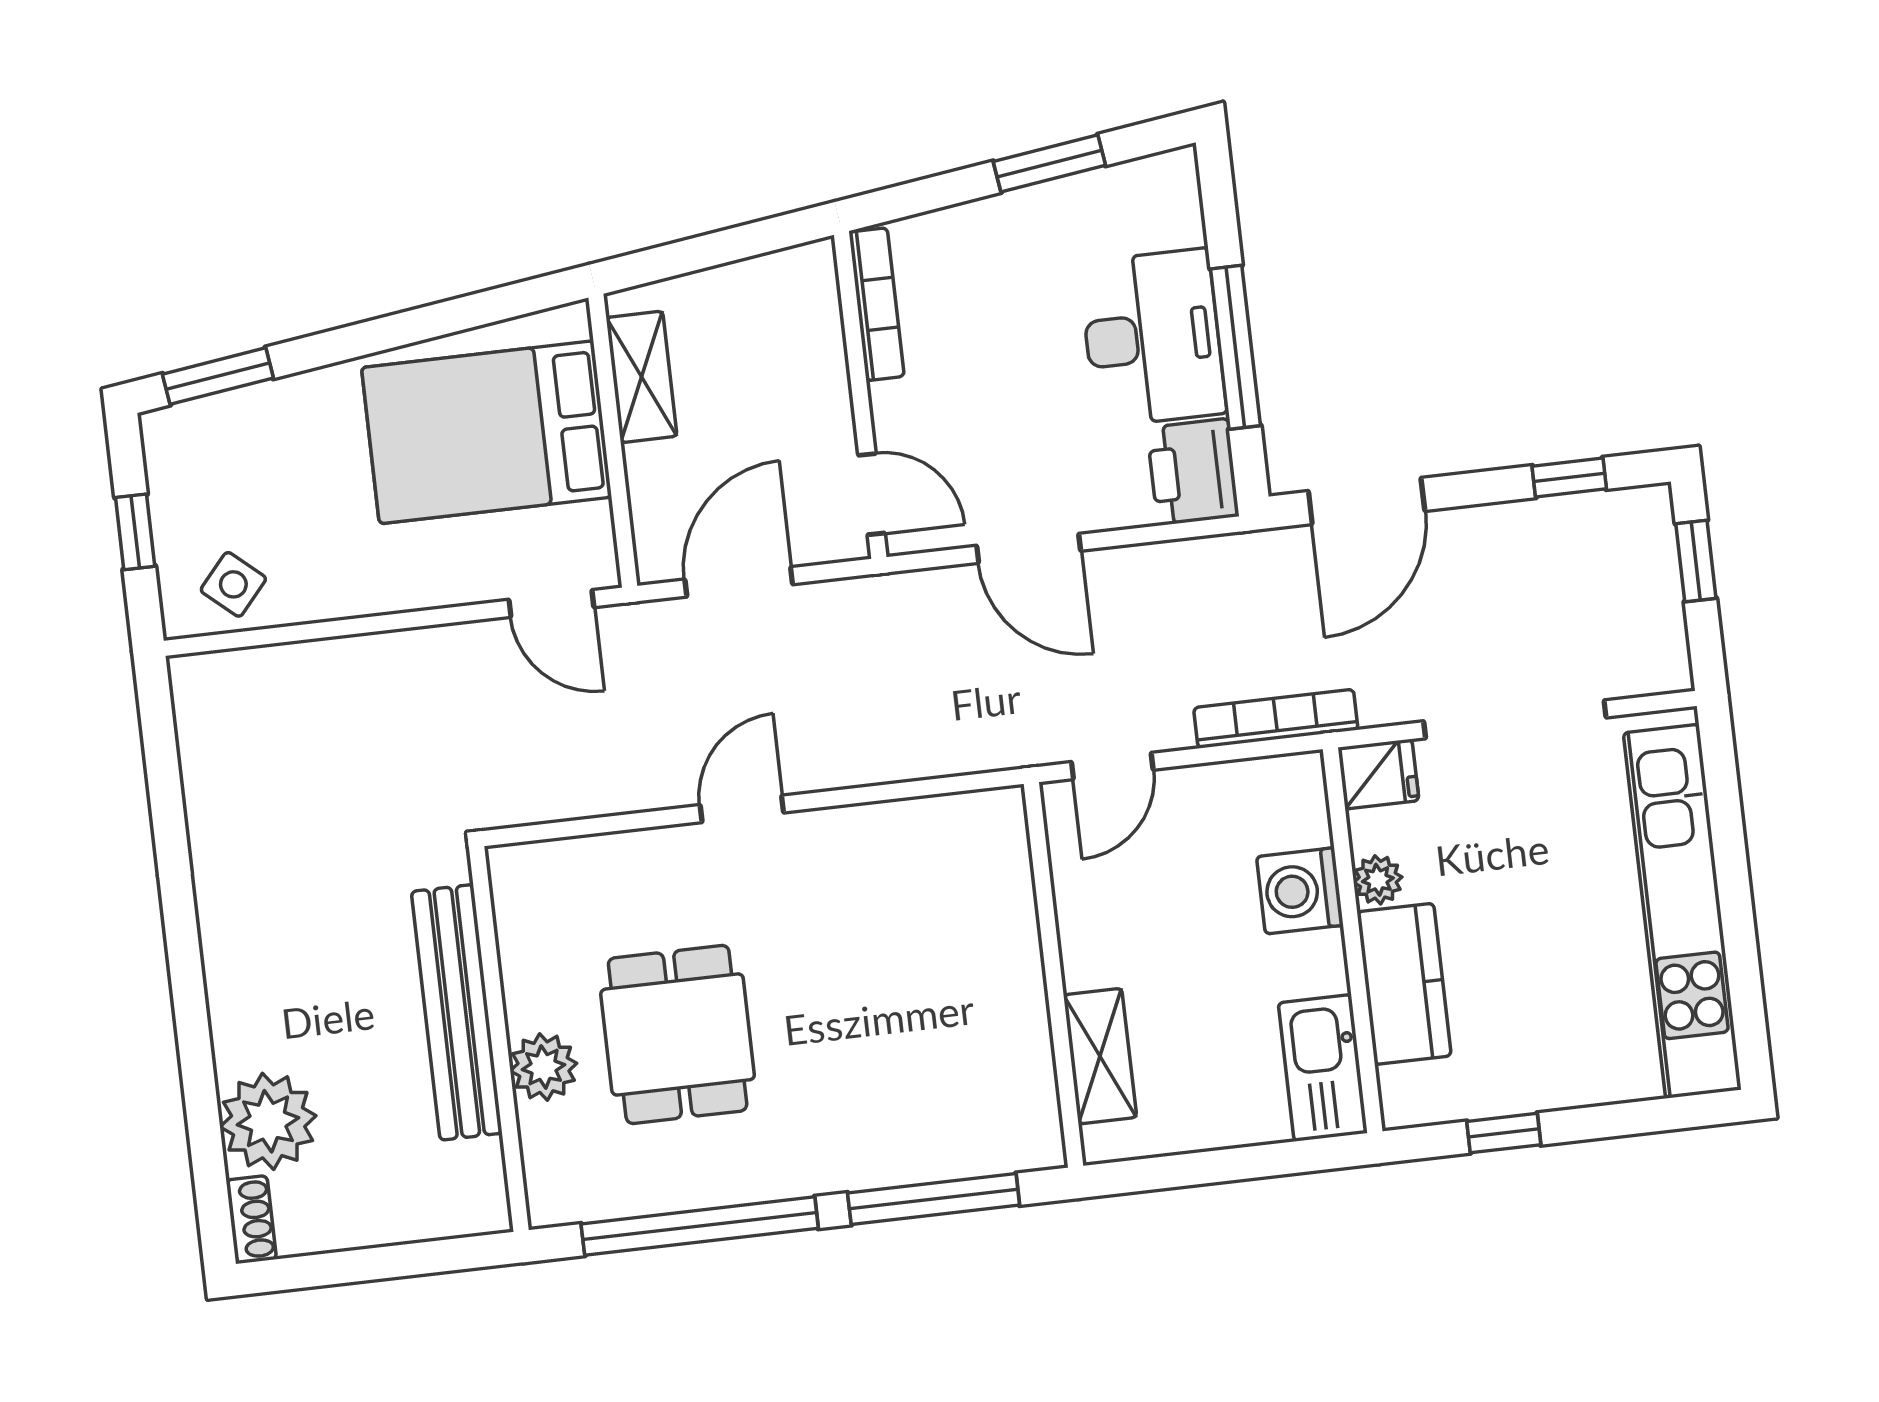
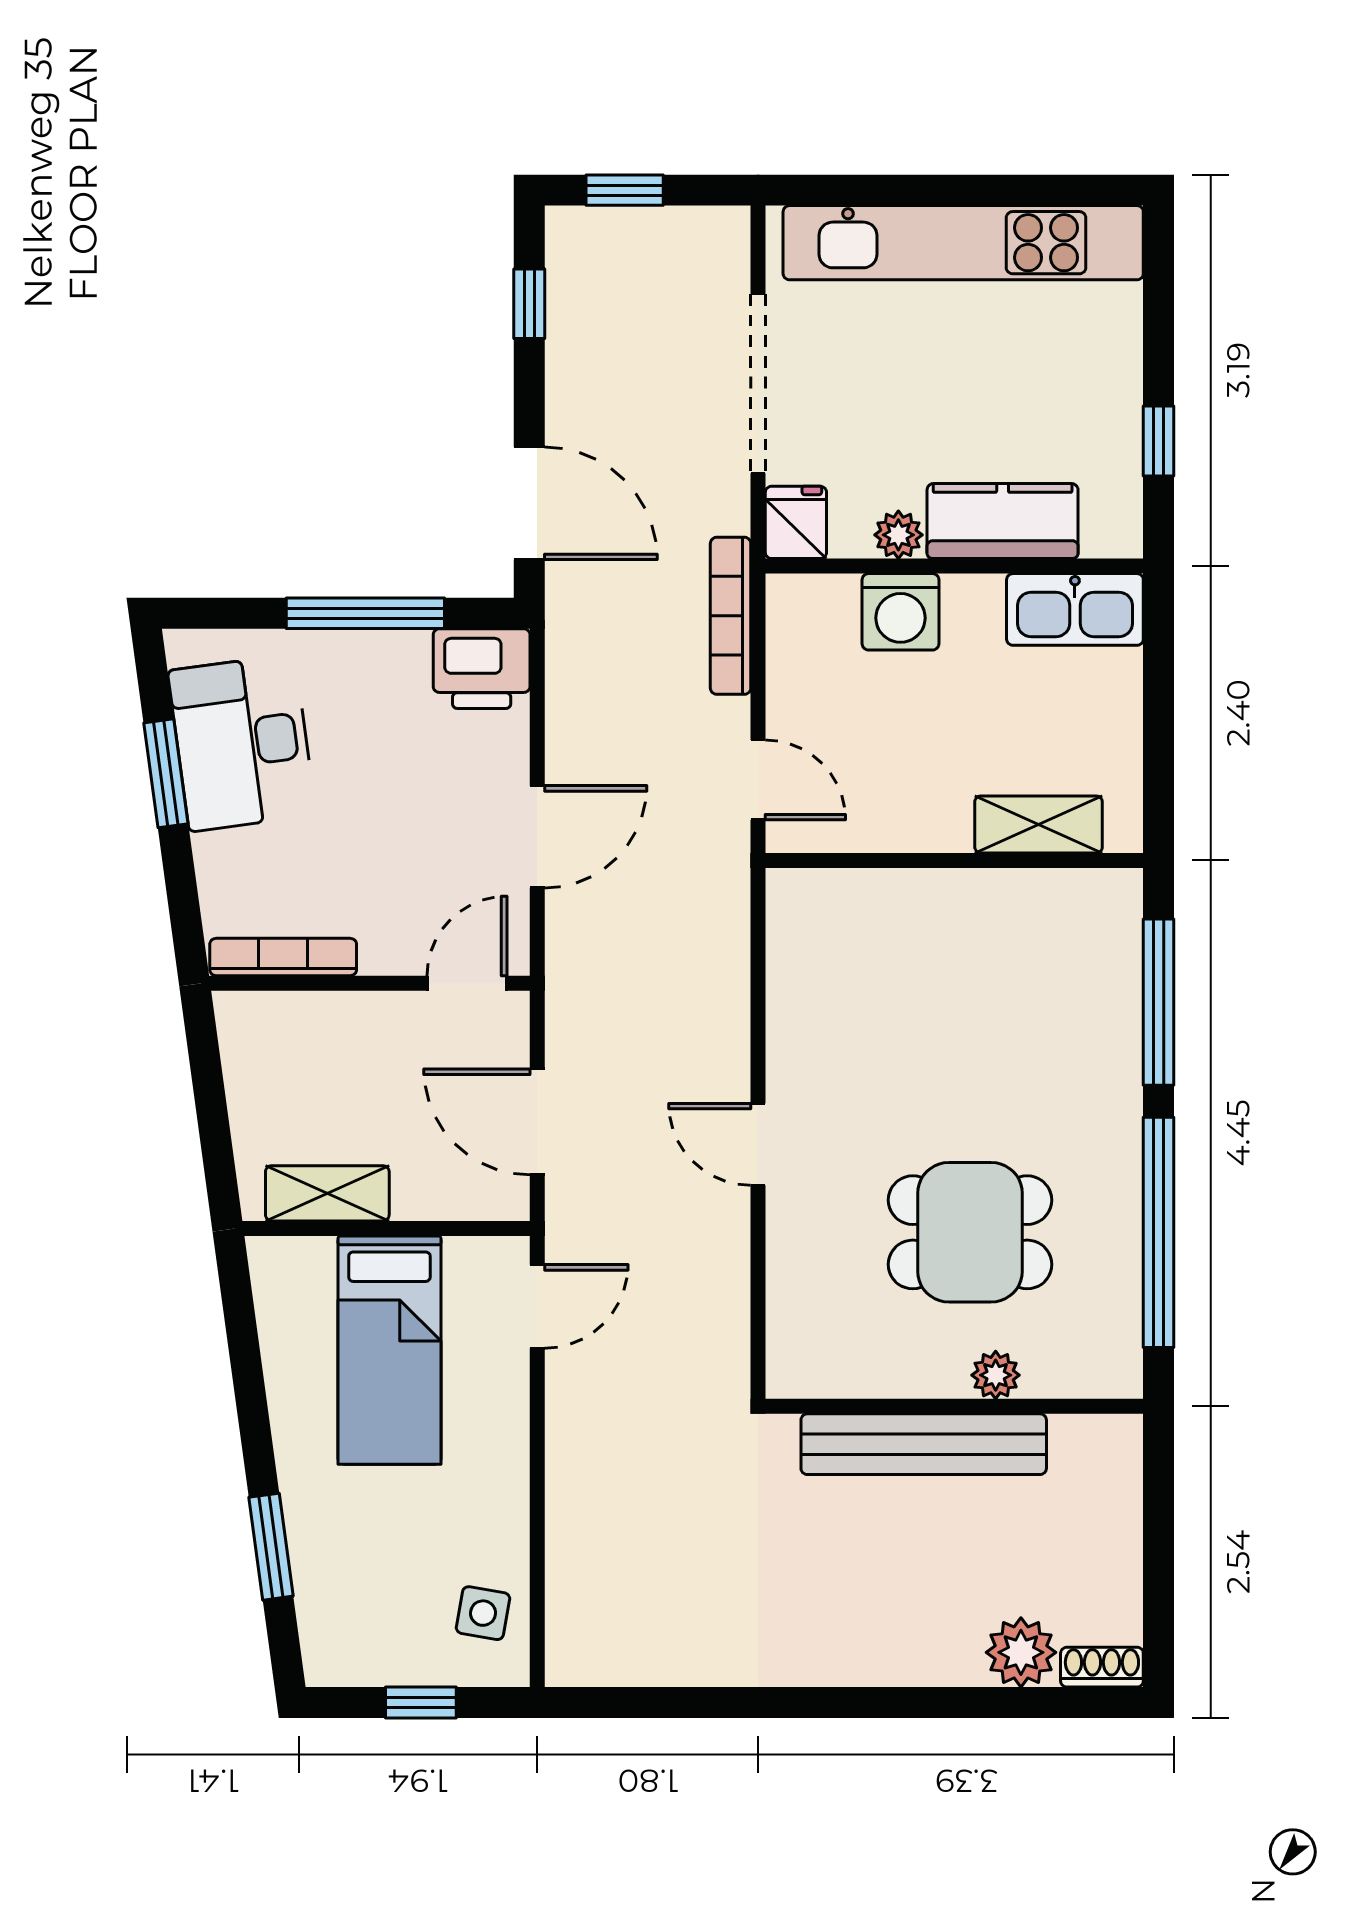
desk: (1152, 338) -> (242, 743), moved, turned -98
window: (218, 376) -> (271, 1547), moved
bed: (487, 432) -> (389, 1350), width x0.67
side table: (233, 584) -> (483, 1613), turned -31
plant: (544, 1067) -> (996, 1375), width x0.73, depth x0.73
plant: (268, 1121) -> (1021, 1652), width x0.73, depth x0.73

